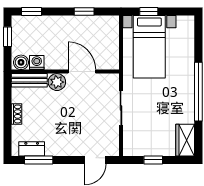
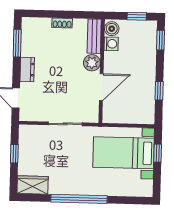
dresser: (32, 149) -> (27, 69), moved

